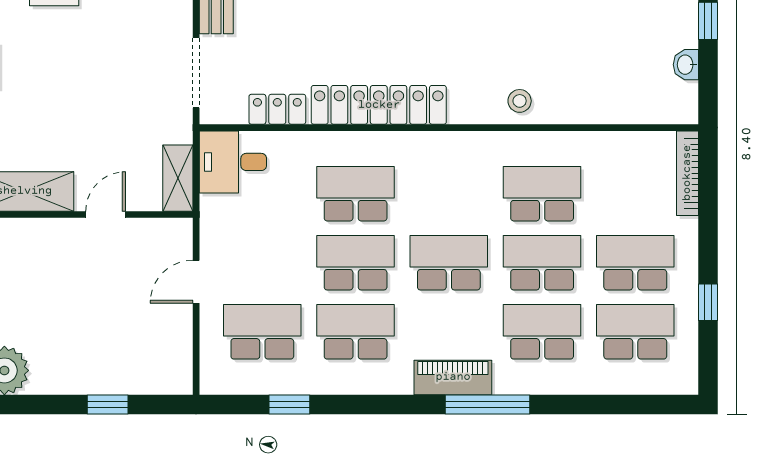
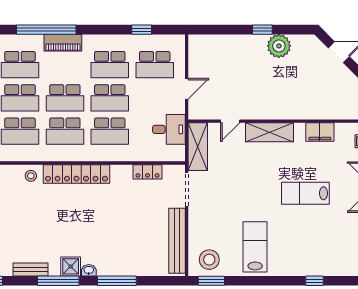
locker: (379, 105) -> (76, 174), moved
desk: (233, 162) -> (169, 129), moved
shelving: (178, 178) -> (198, 147), width x1.50, depth x1.33
school desk: (449, 194) -> (65, 131), added
window: (108, 404) -> (262, 30), moved
window: (488, 404) -> (46, 30), width x1.46

